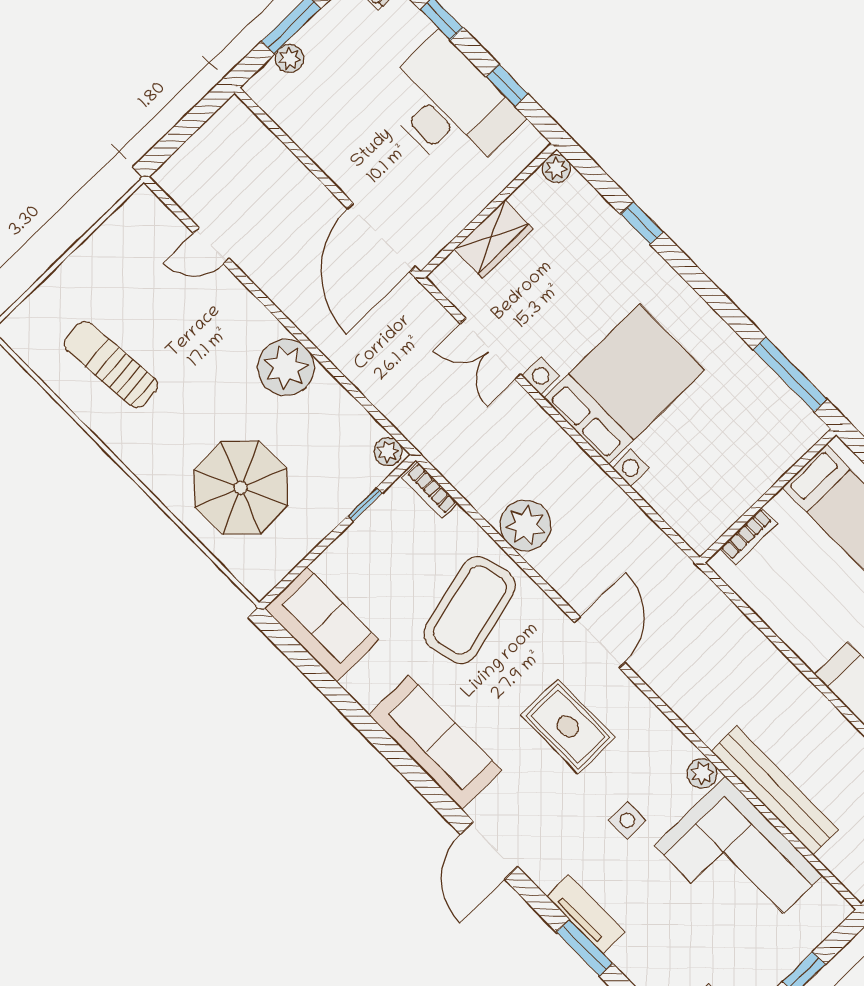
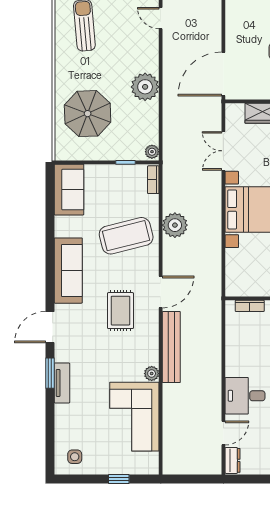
bench: (775, 790) -> (171, 347), moved
side table: (627, 820) -> (109, 364), removed
window: (584, 948) -> (50, 373), moved

